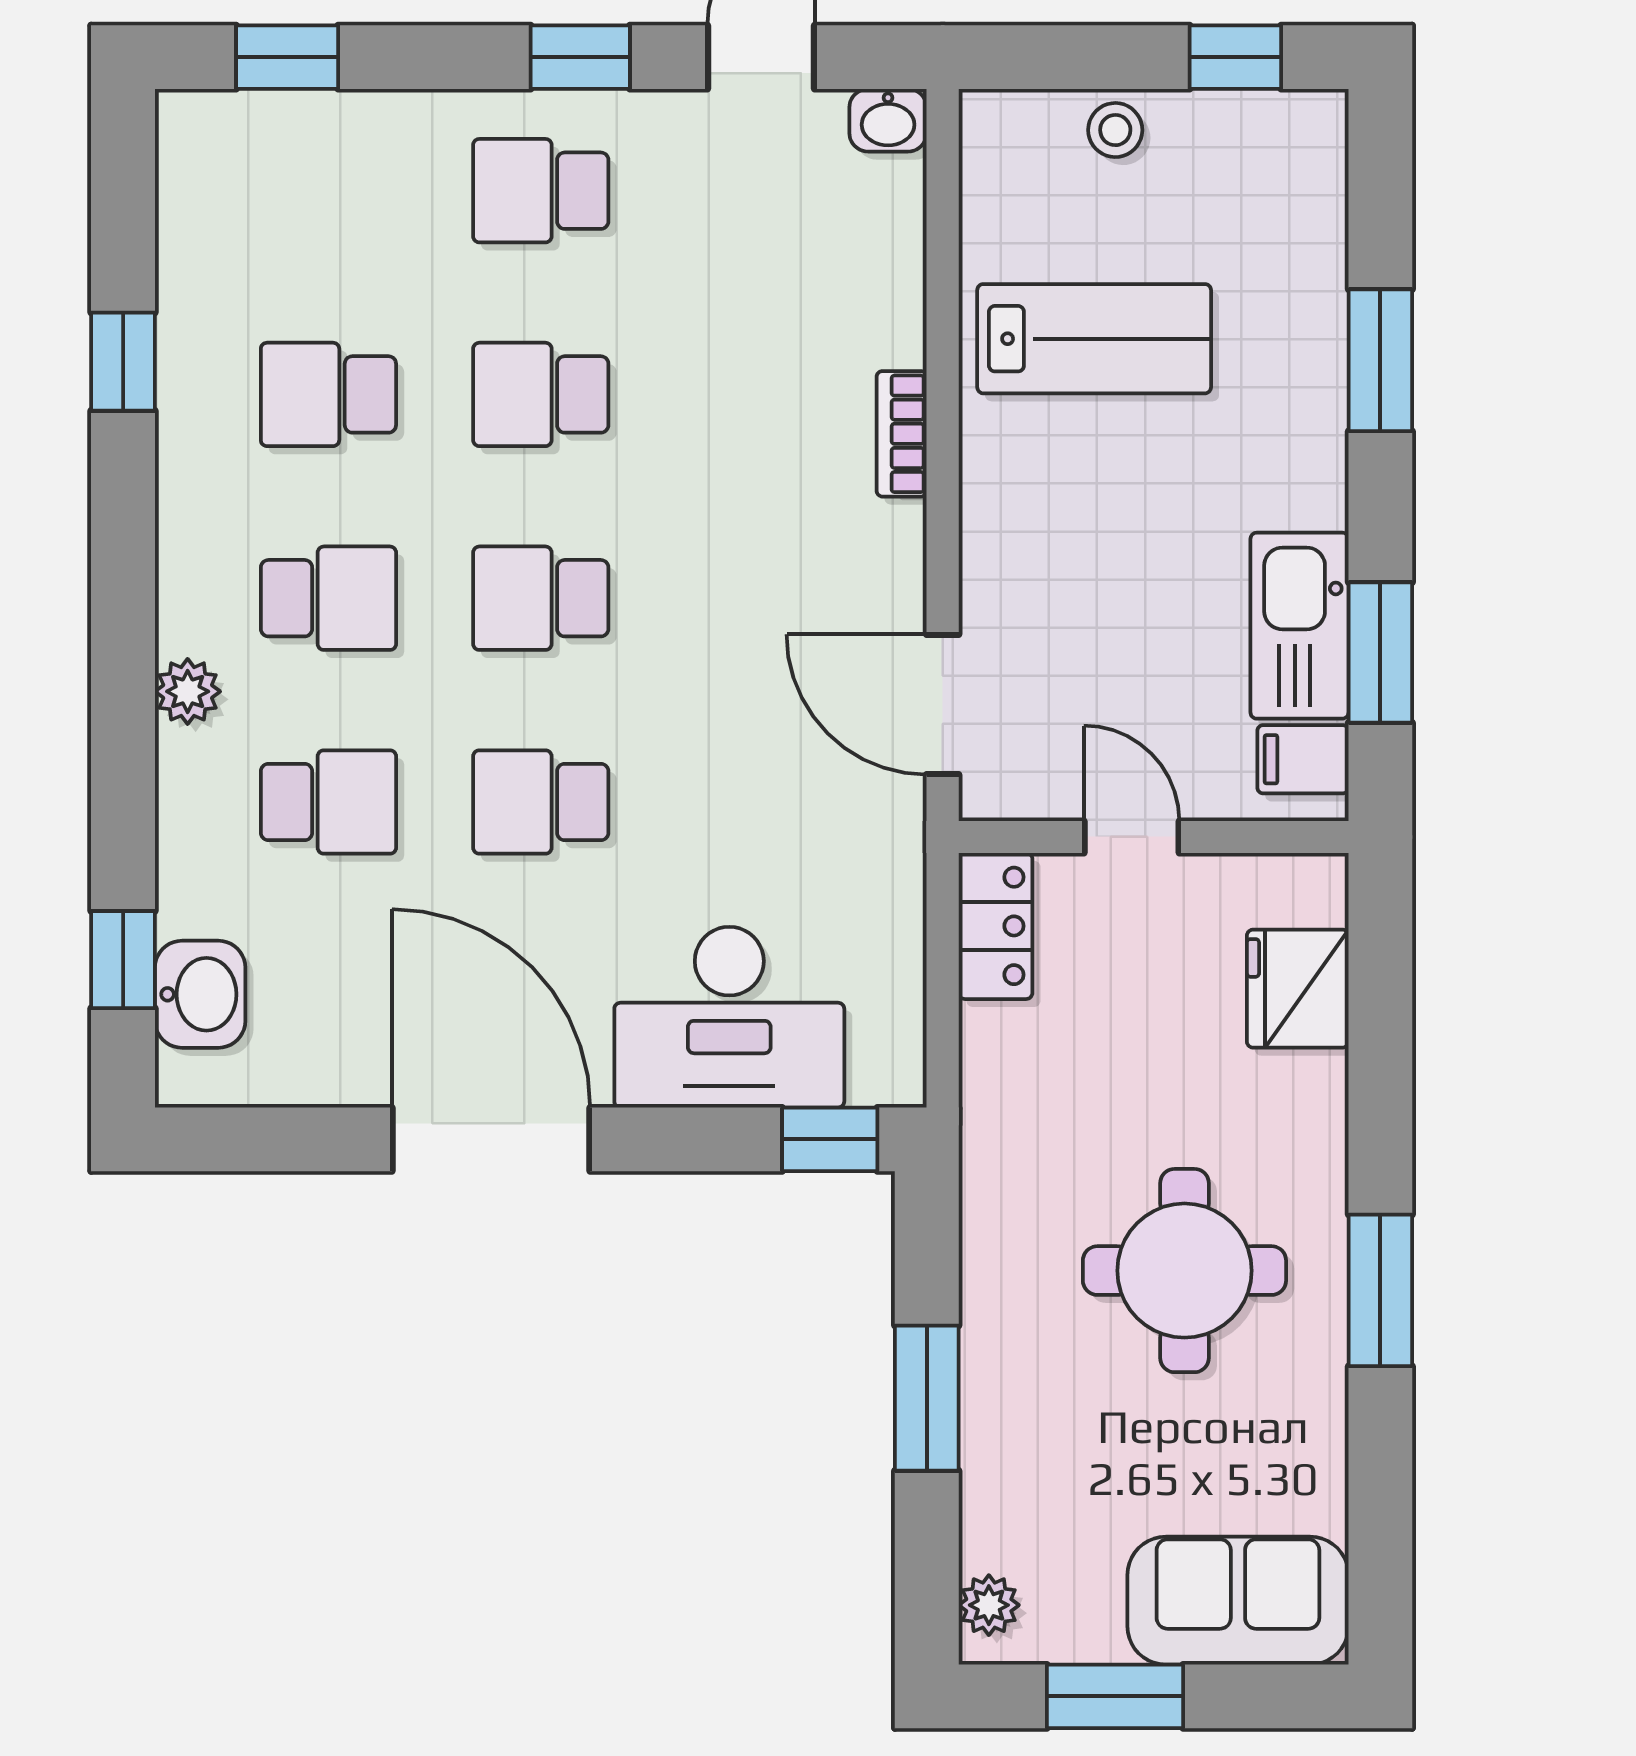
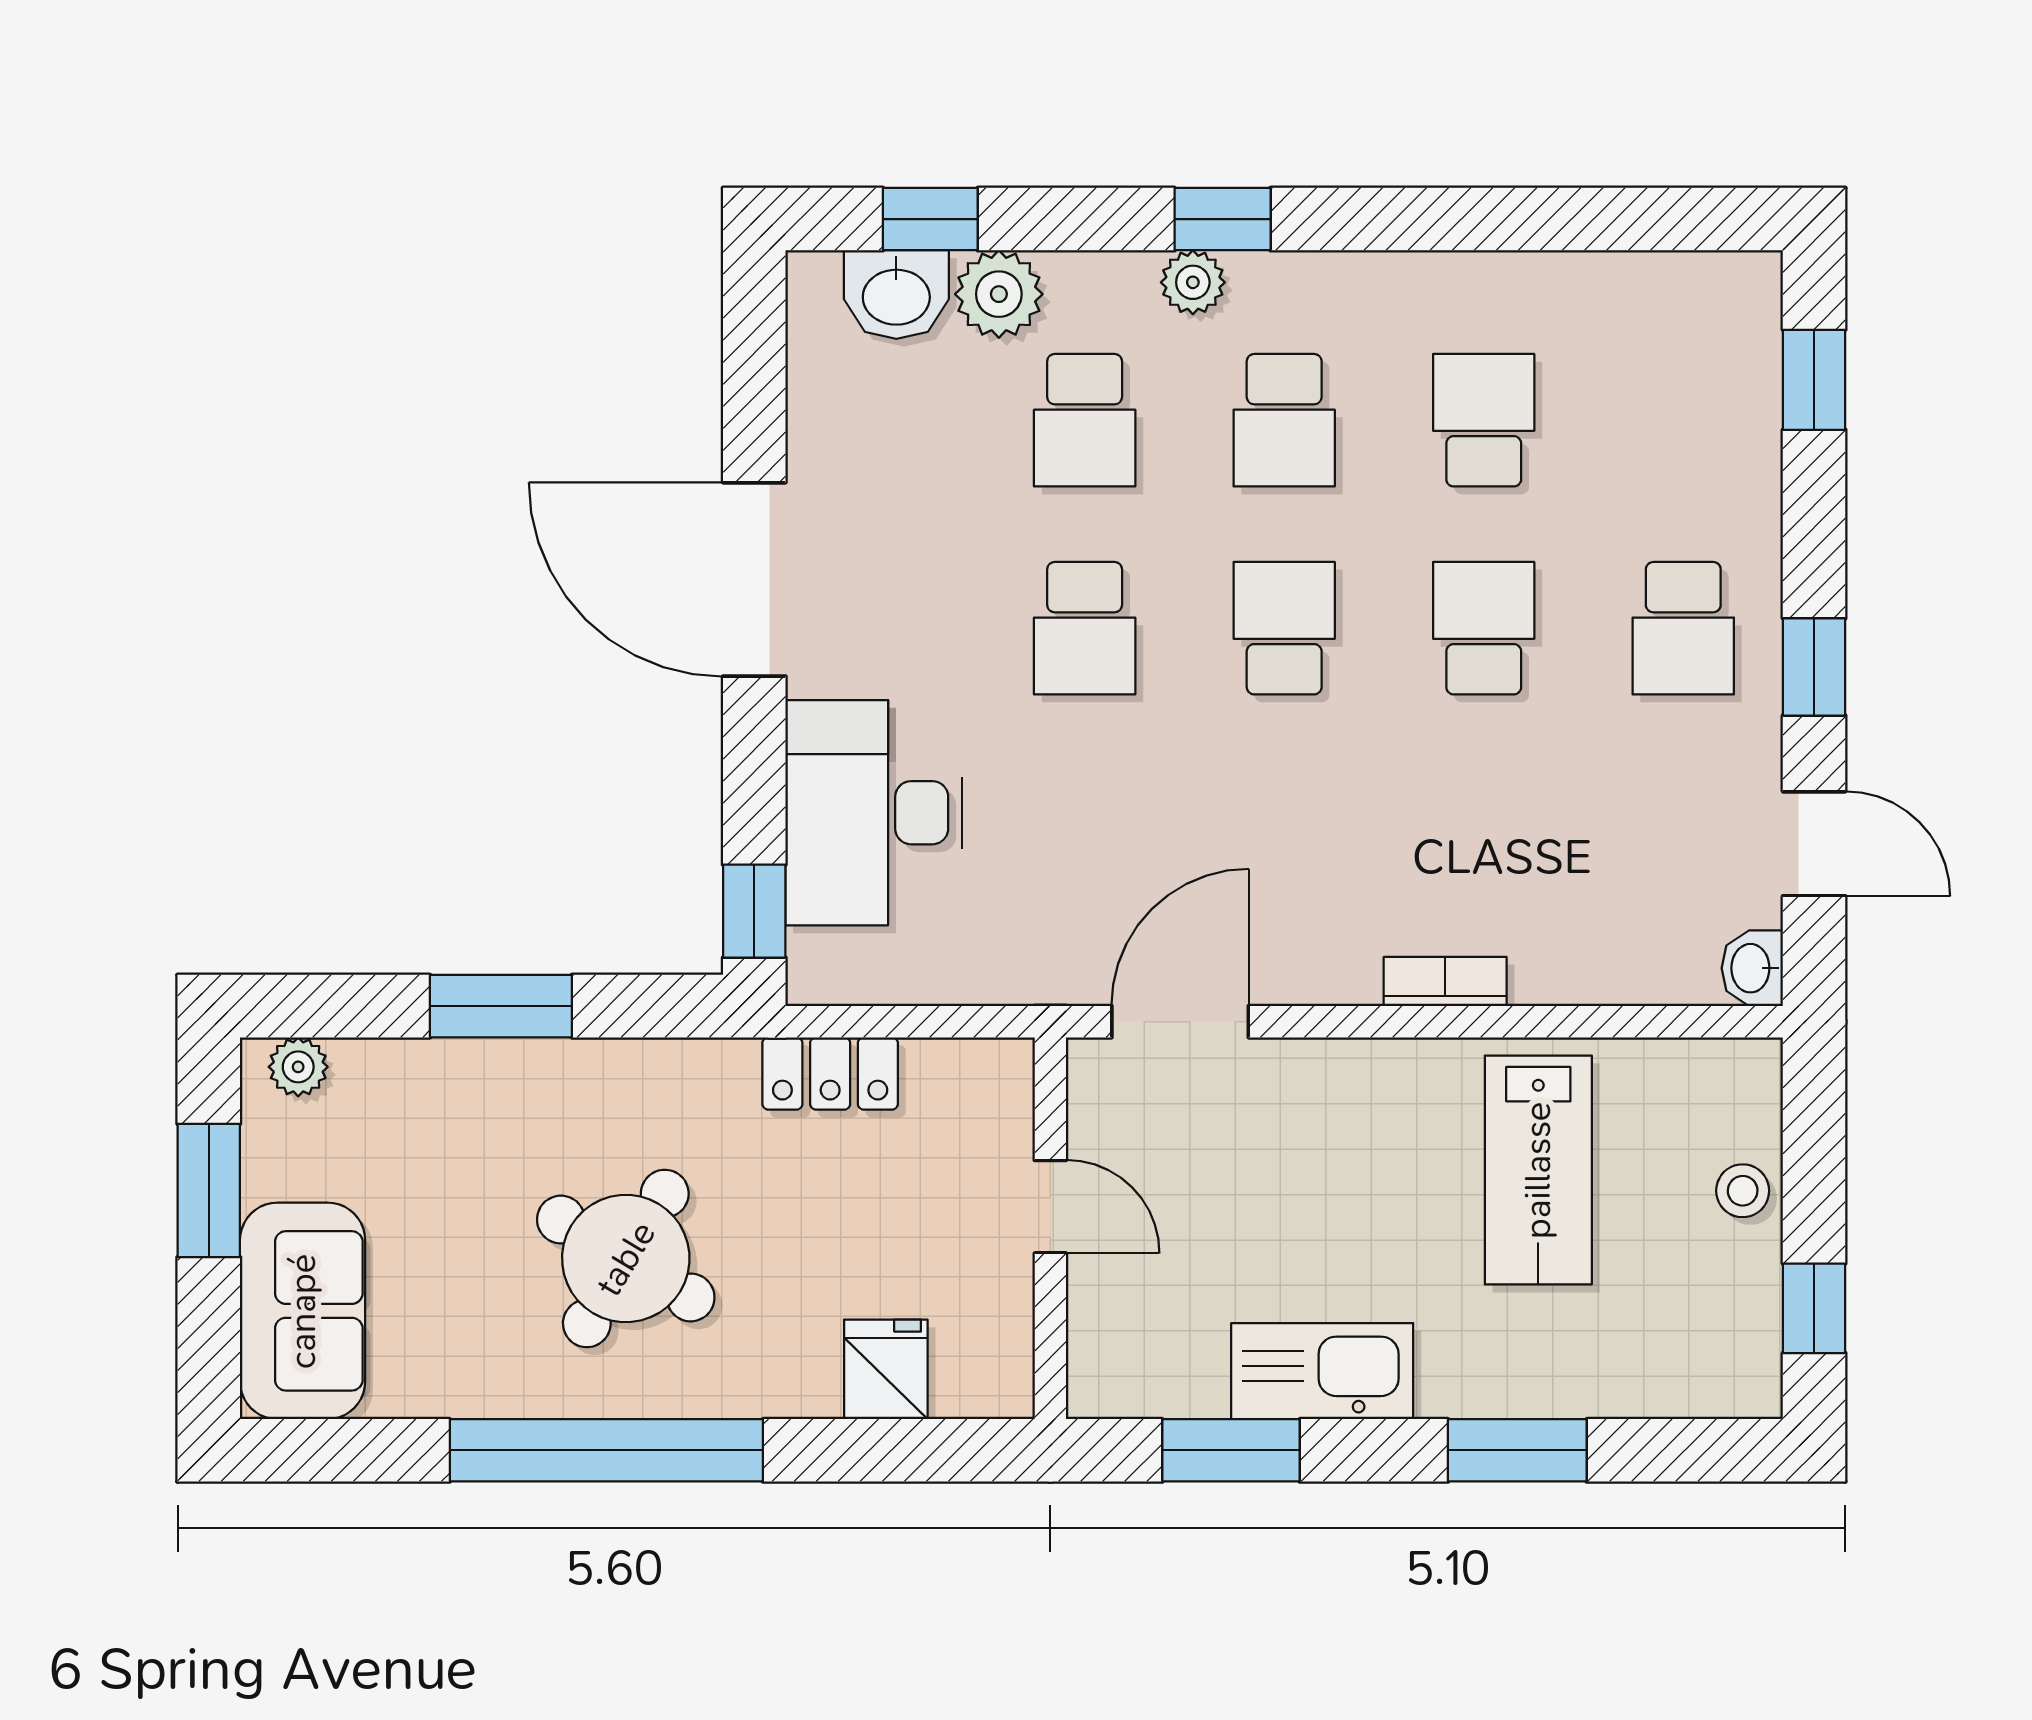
school desk: (541, 191) -> (1683, 628), turned 180
window: (123, 362) -> (1223, 219), moved
kitchen sink: (1299, 626) -> (1322, 1371), moved
filing cabinet: (1303, 759) -> (1126, 1374), removed
school desk: (541, 802) -> (1085, 628), turned 180
door: (1132, 837) -> (1050, 1207), hinge flipped
plant: (200, 890) -> (999, 294), added
locker: (995, 926) -> (830, 1073), moved
fridge: (1298, 989) -> (886, 1369), width x0.72
door: (491, 1139) -> (754, 579), swing flipped
round table: (1184, 1271) -> (626, 1259), turned 31
window: (1380, 1290) -> (606, 1450), width x2.11

